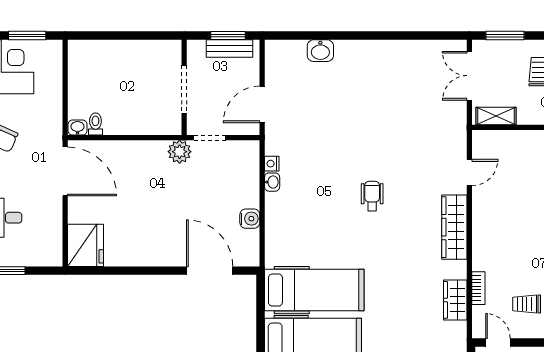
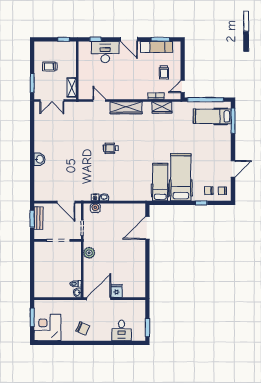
washbasin: (320, 51) -> (40, 159), moved
plant: (180, 152) -> (89, 253), moved
water cooler: (250, 219) -> (95, 208), moved
fridge: (85, 245) -> (117, 291), moved, width x0.53, depth x0.75
hospital bed: (314, 290) -> (160, 182), width x0.73, depth x0.78

